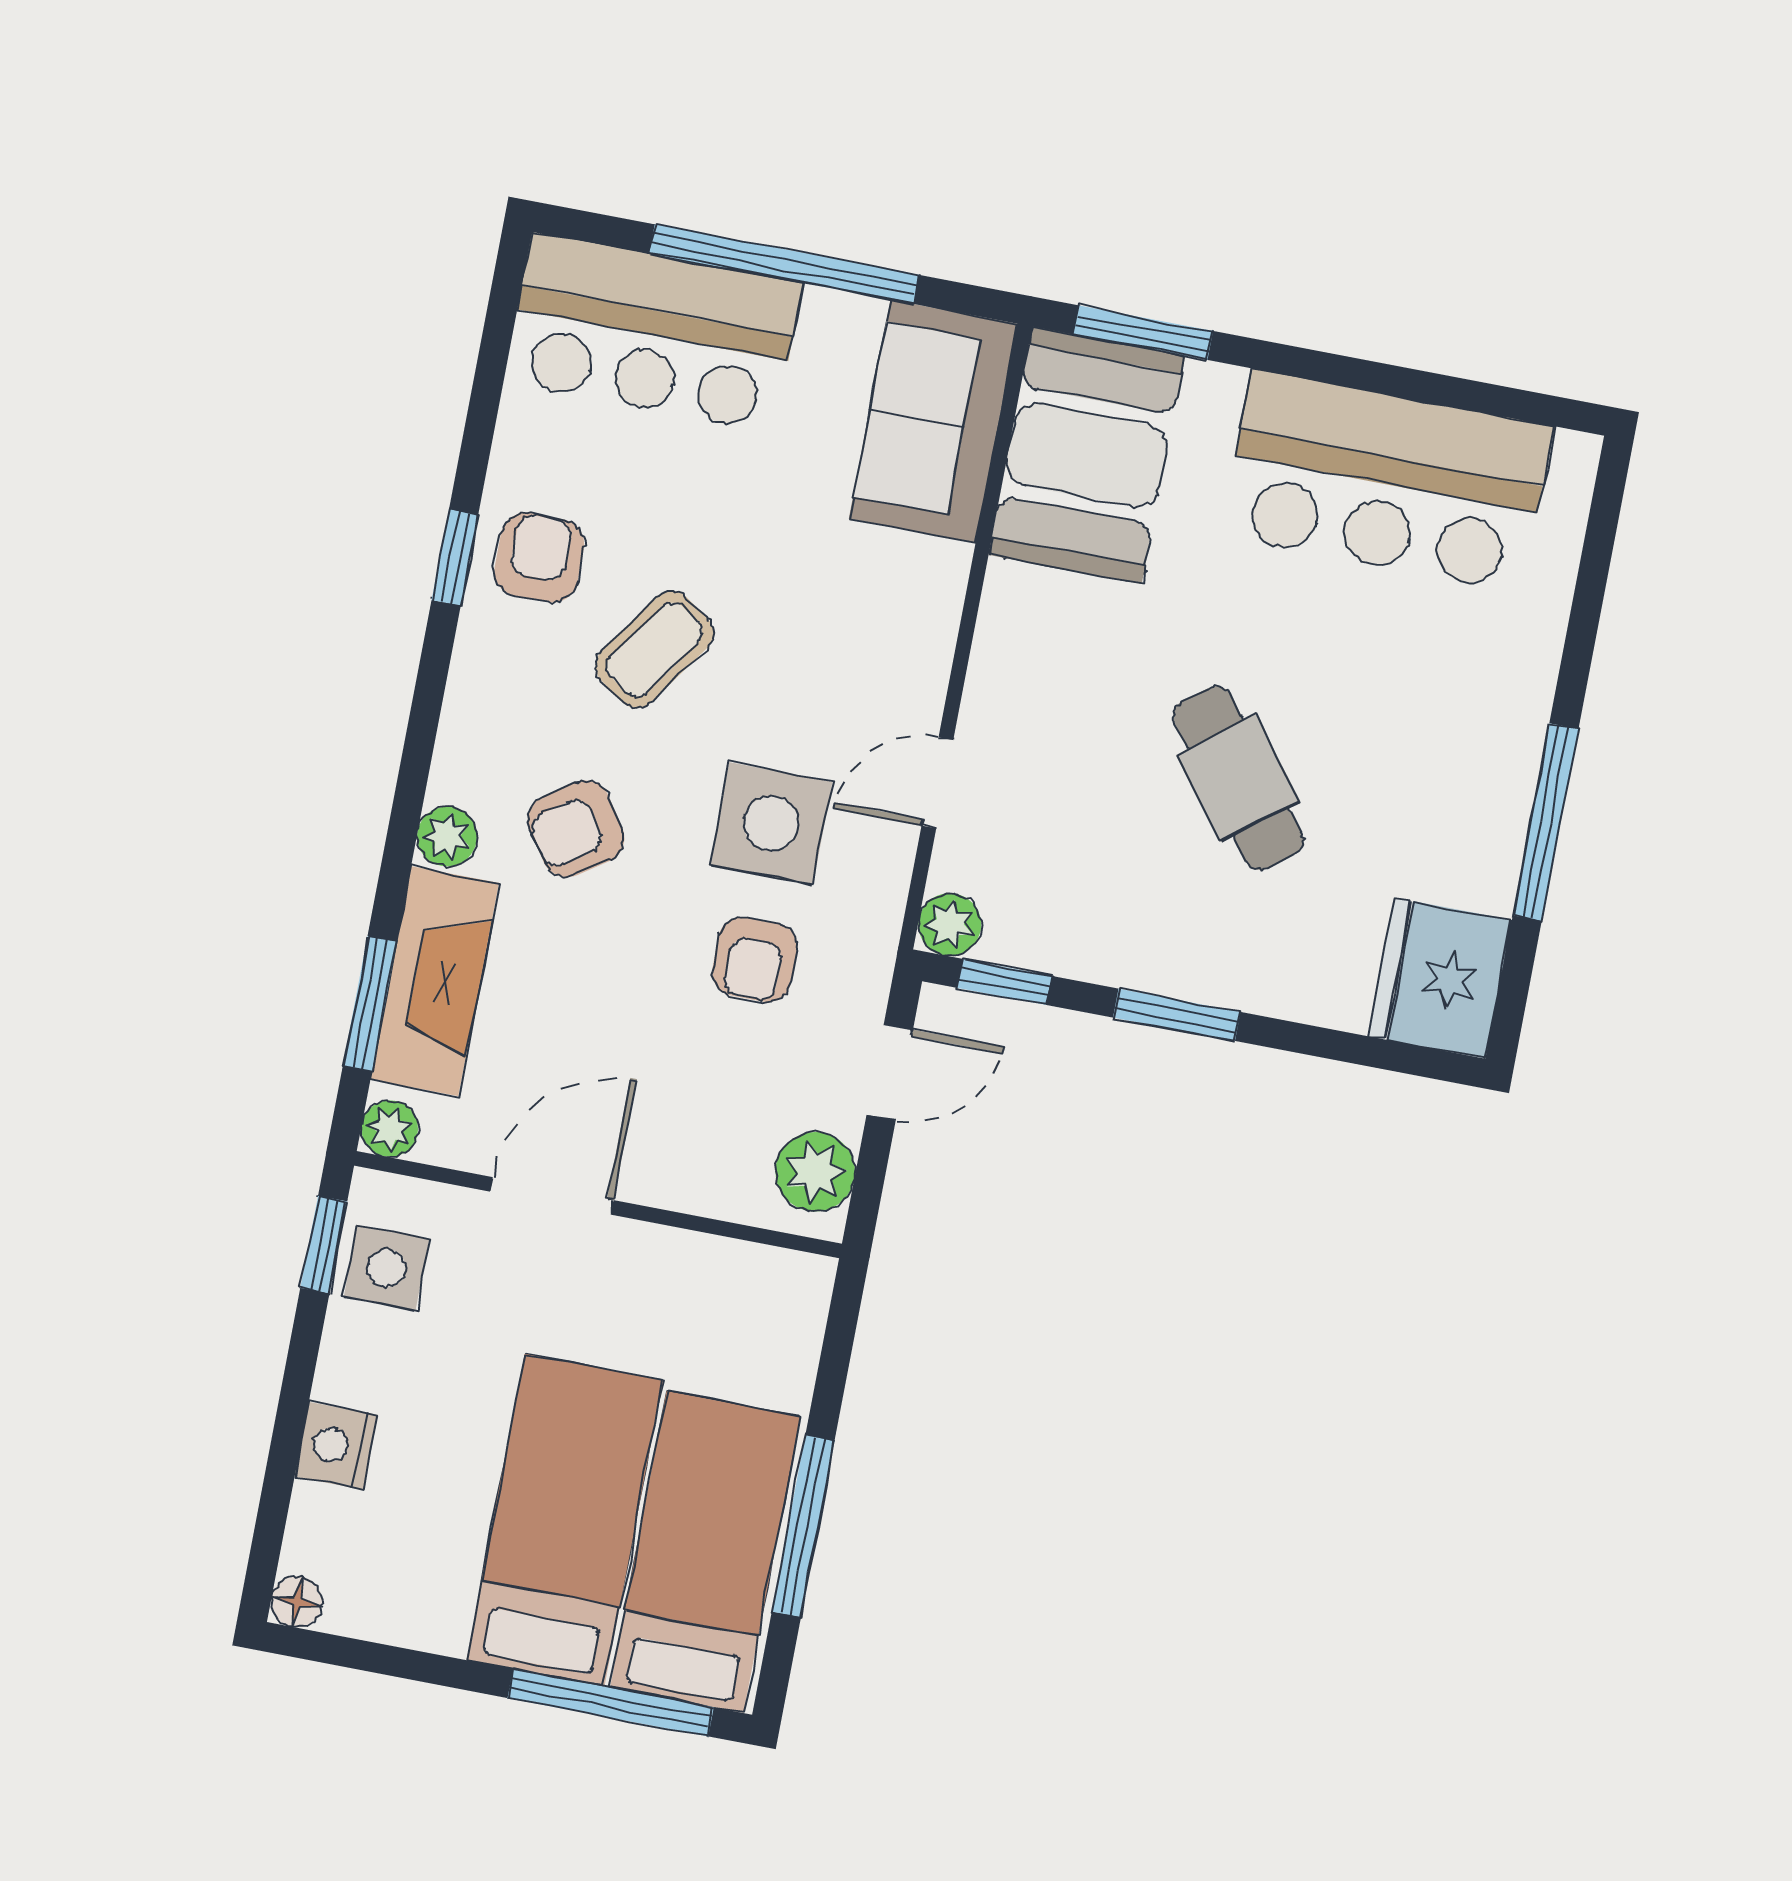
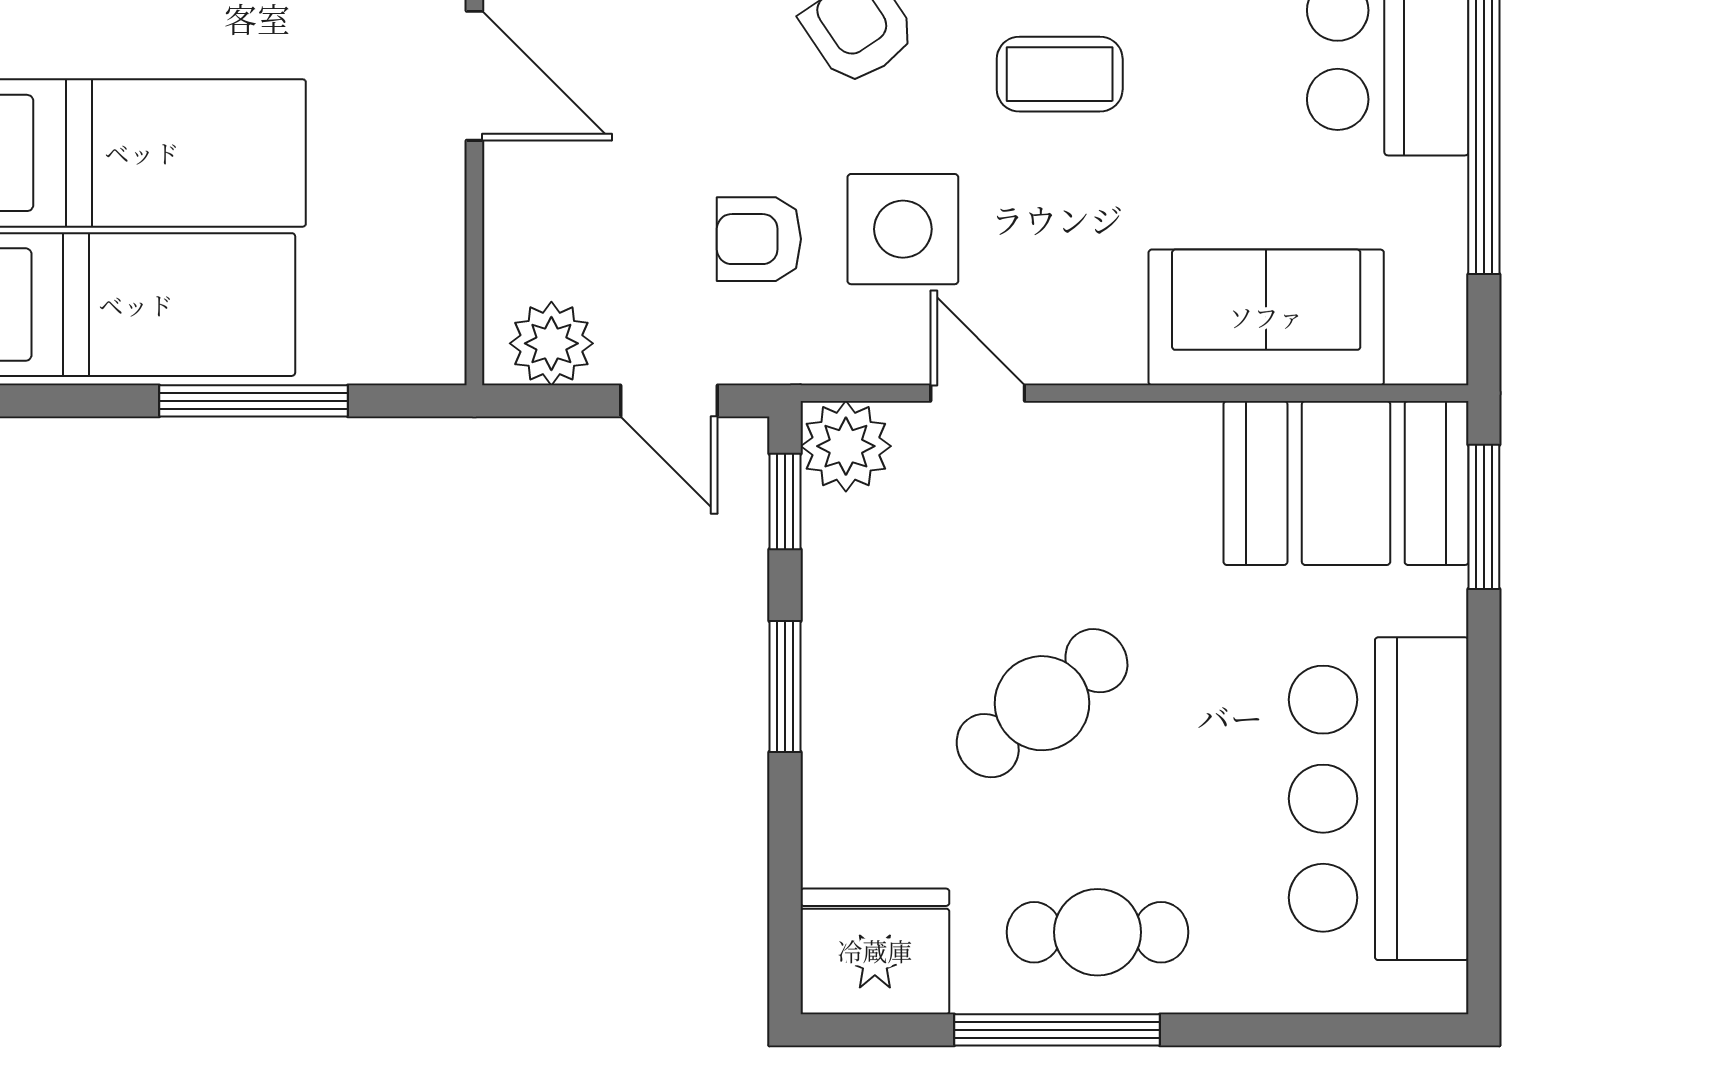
sofa: (933, 421) -> (1266, 317), moved
coffee table: (654, 650) -> (1060, 74), turned -35
cafe table: (1462, 767) -> (1098, 932), added
plant: (950, 925) -> (846, 446), width x1.38, depth x1.38
window: (803, 1526) -> (253, 401), moved

